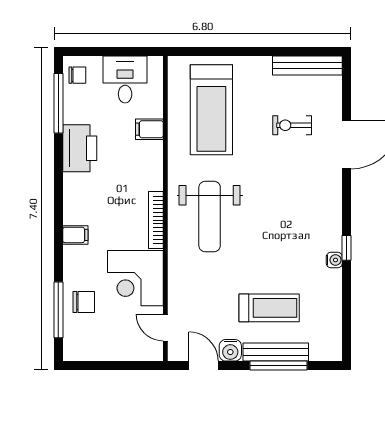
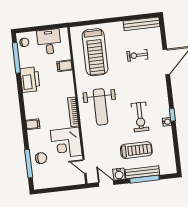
exercise bike: (284, 245) -> (140, 117), added

